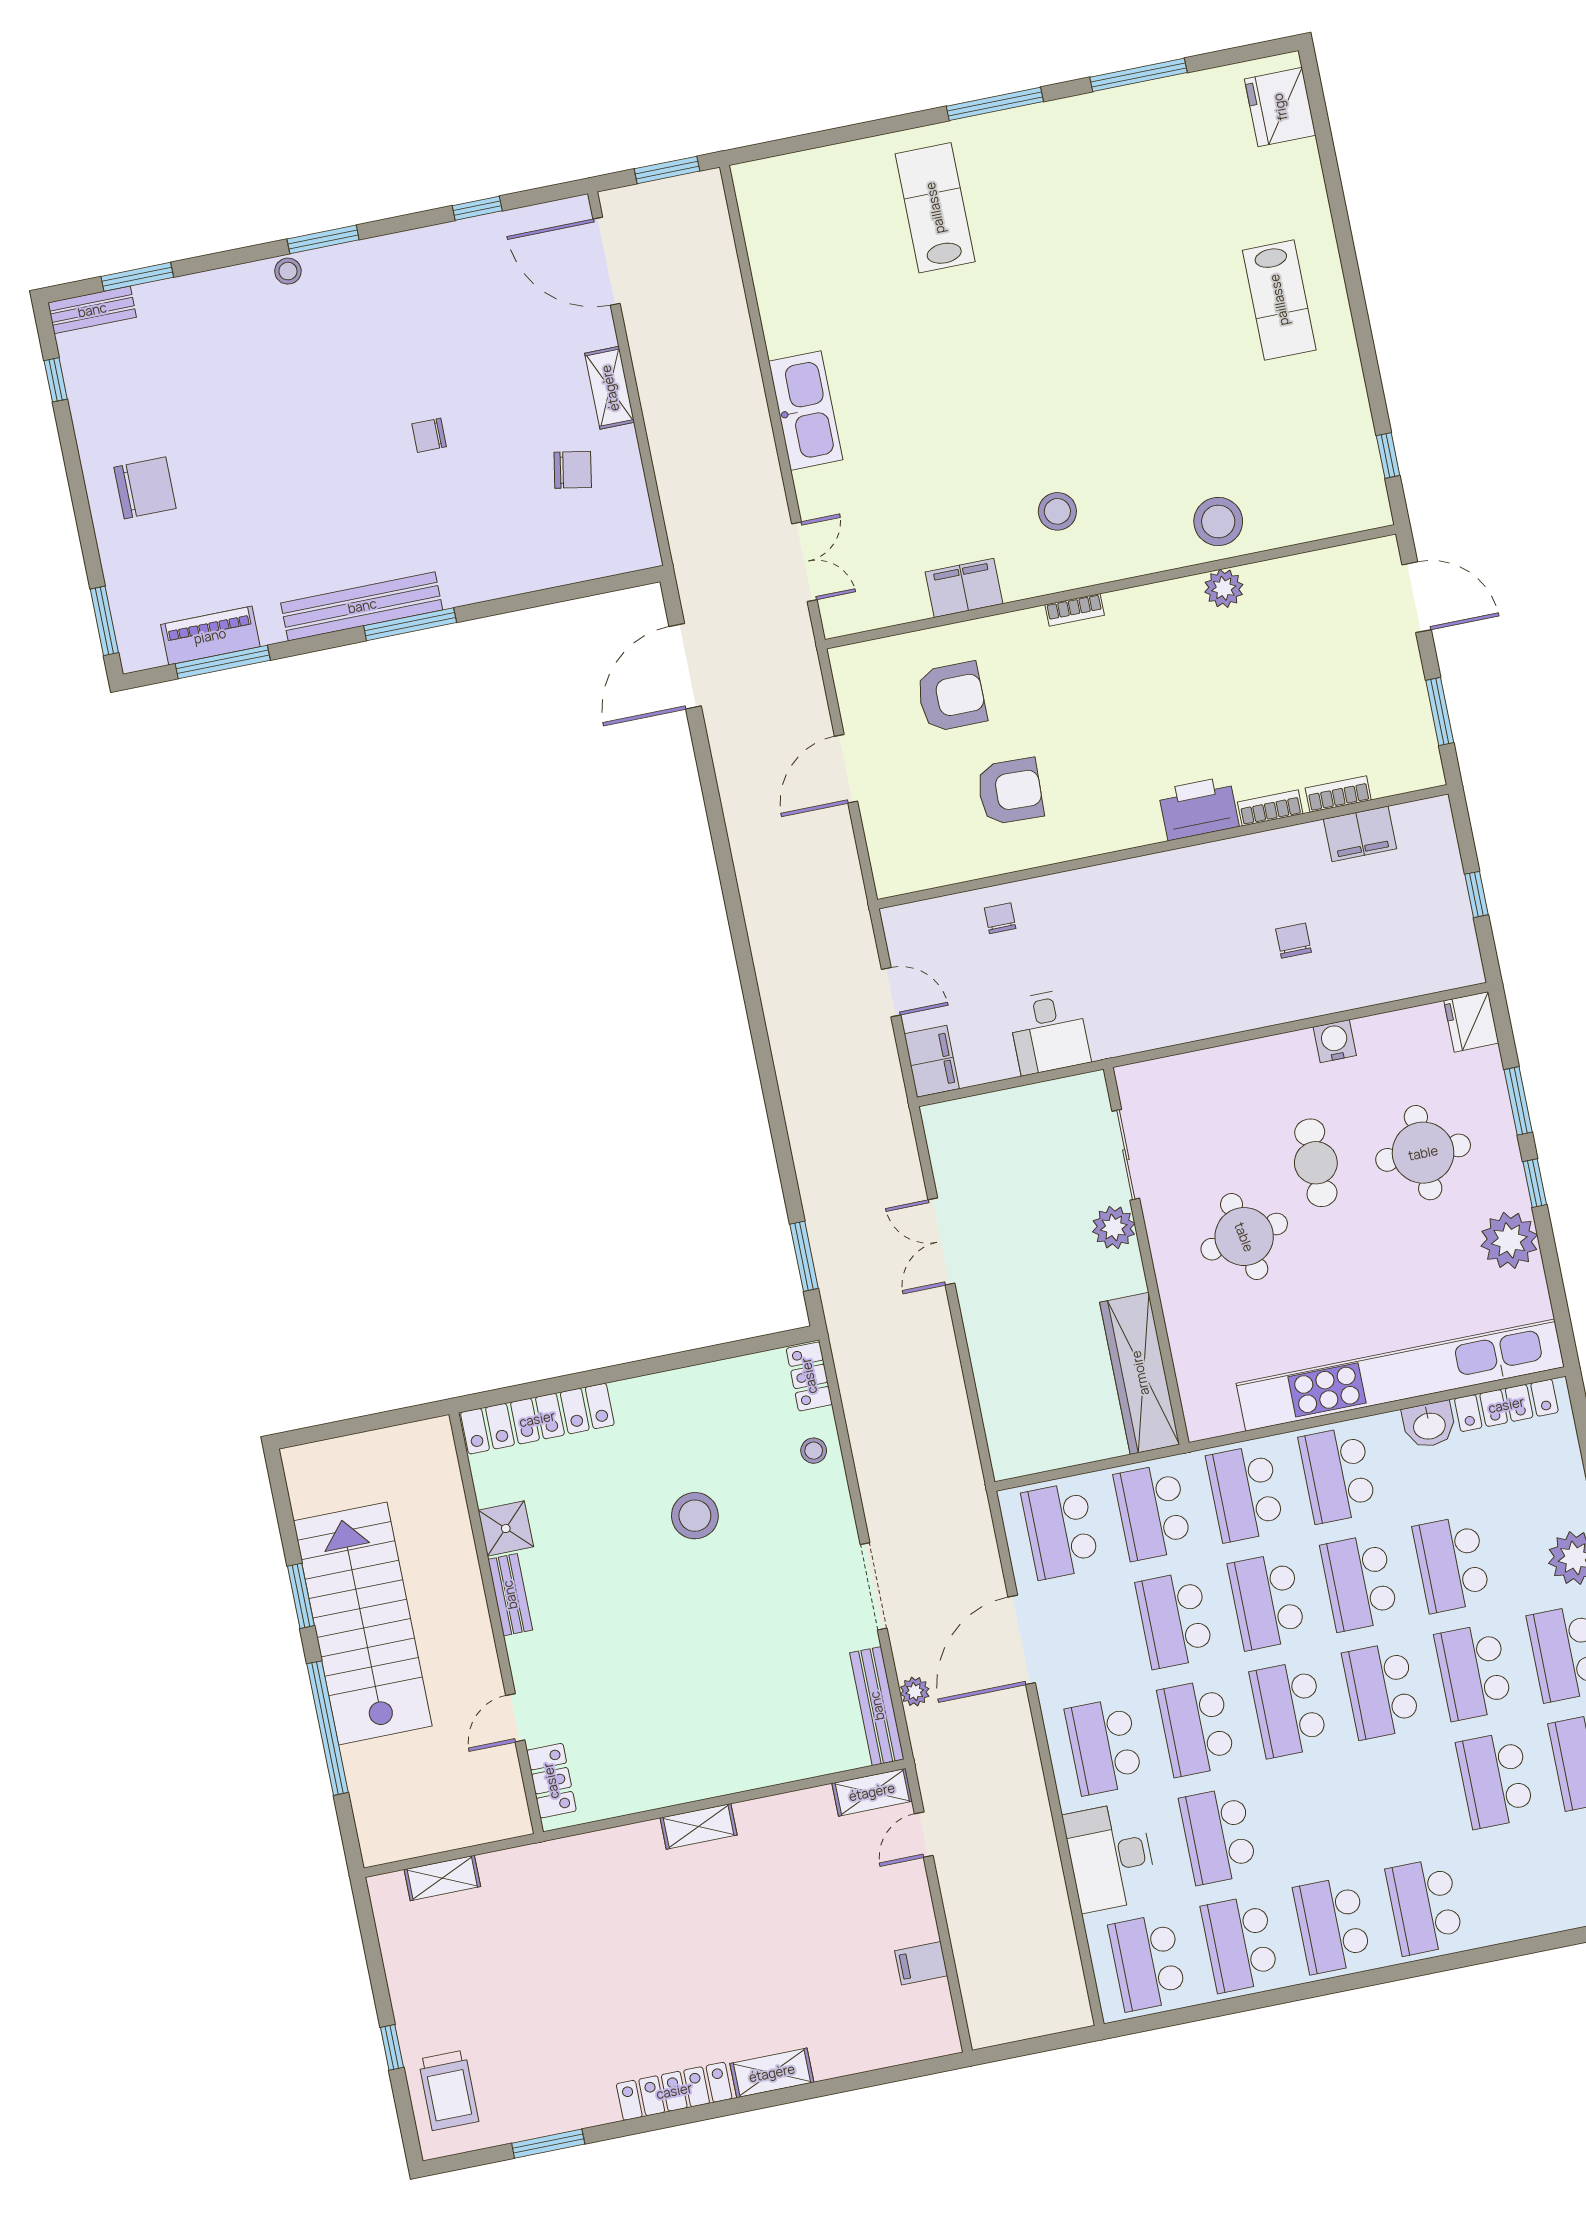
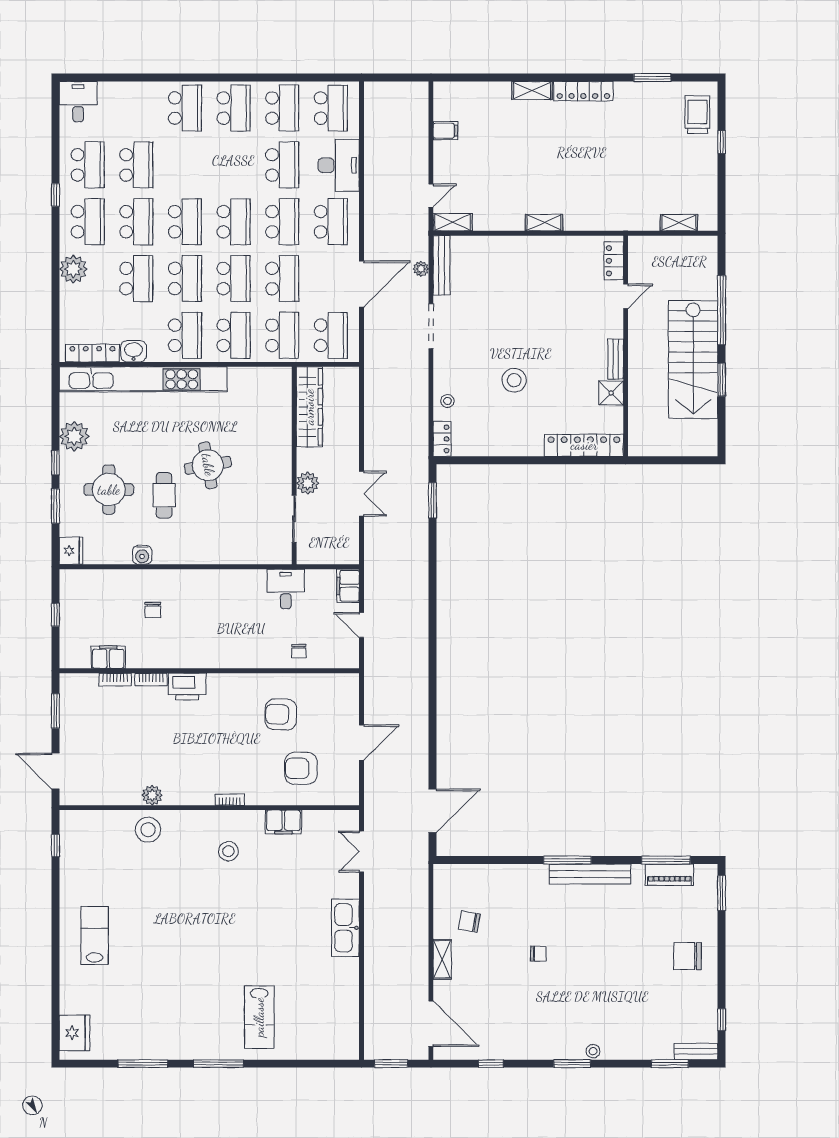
sliding door: (1126, 1155) -> (294, 519), moved
plant: (1114, 1227) -> (308, 483), moved
wall: (1146, 1256) -> (294, 466), moved
wardrobe: (1140, 1373) -> (309, 407), moved

